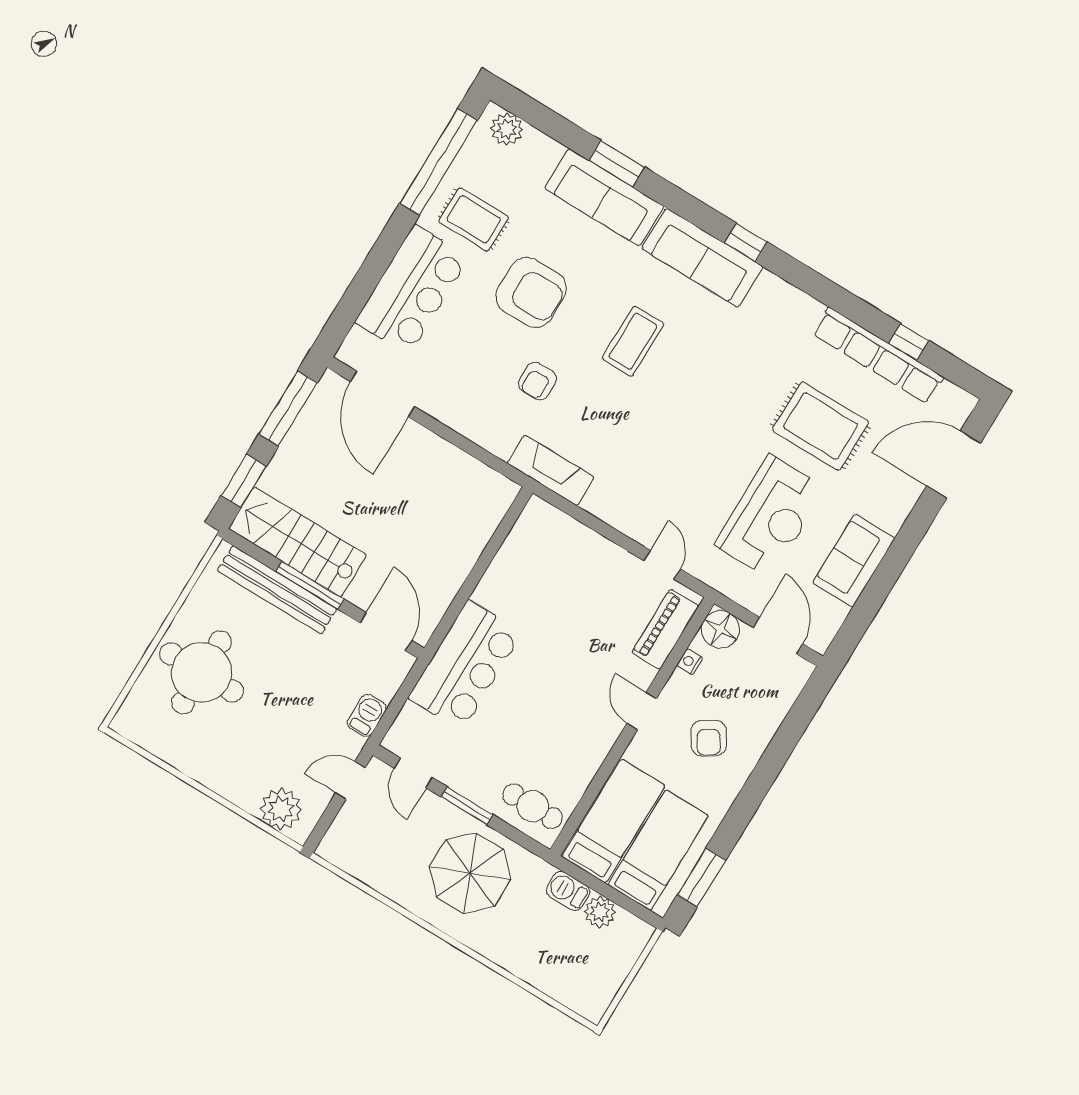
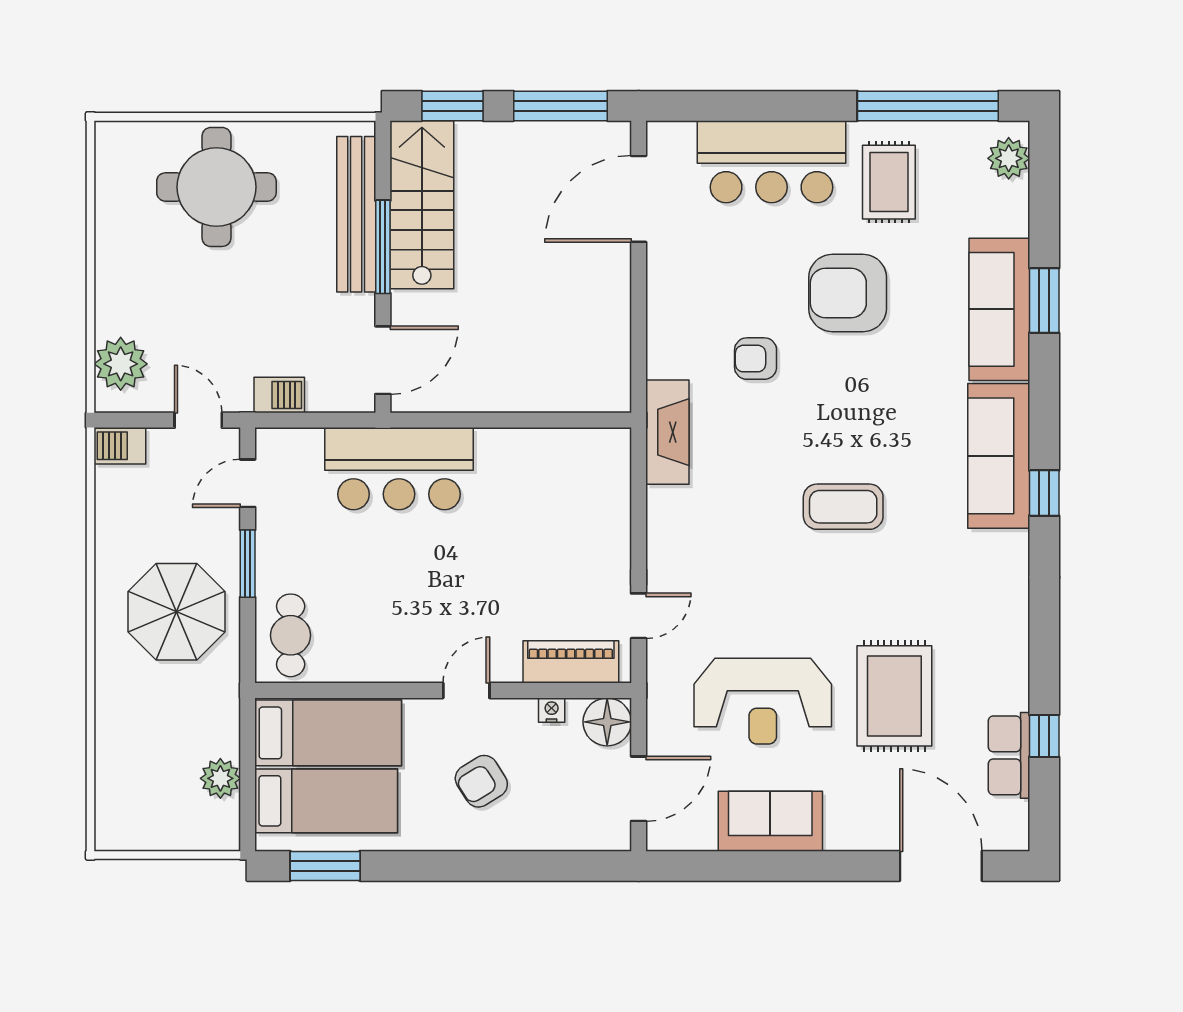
armchair: (531, 292) -> (848, 293), turned 90
coffee table: (633, 341) -> (843, 507), moved
row of seats: (878, 356) -> (1009, 755), width x0.50
barbecue: (568, 891) -> (120, 446), moved, turned -90

